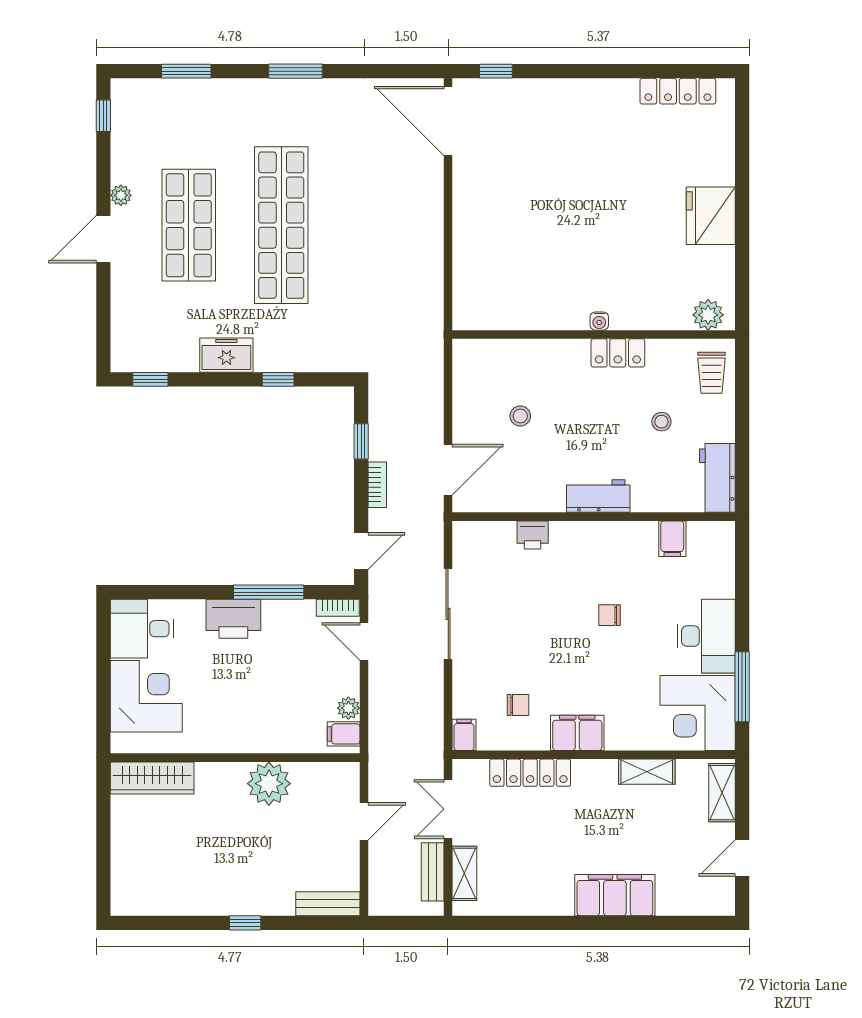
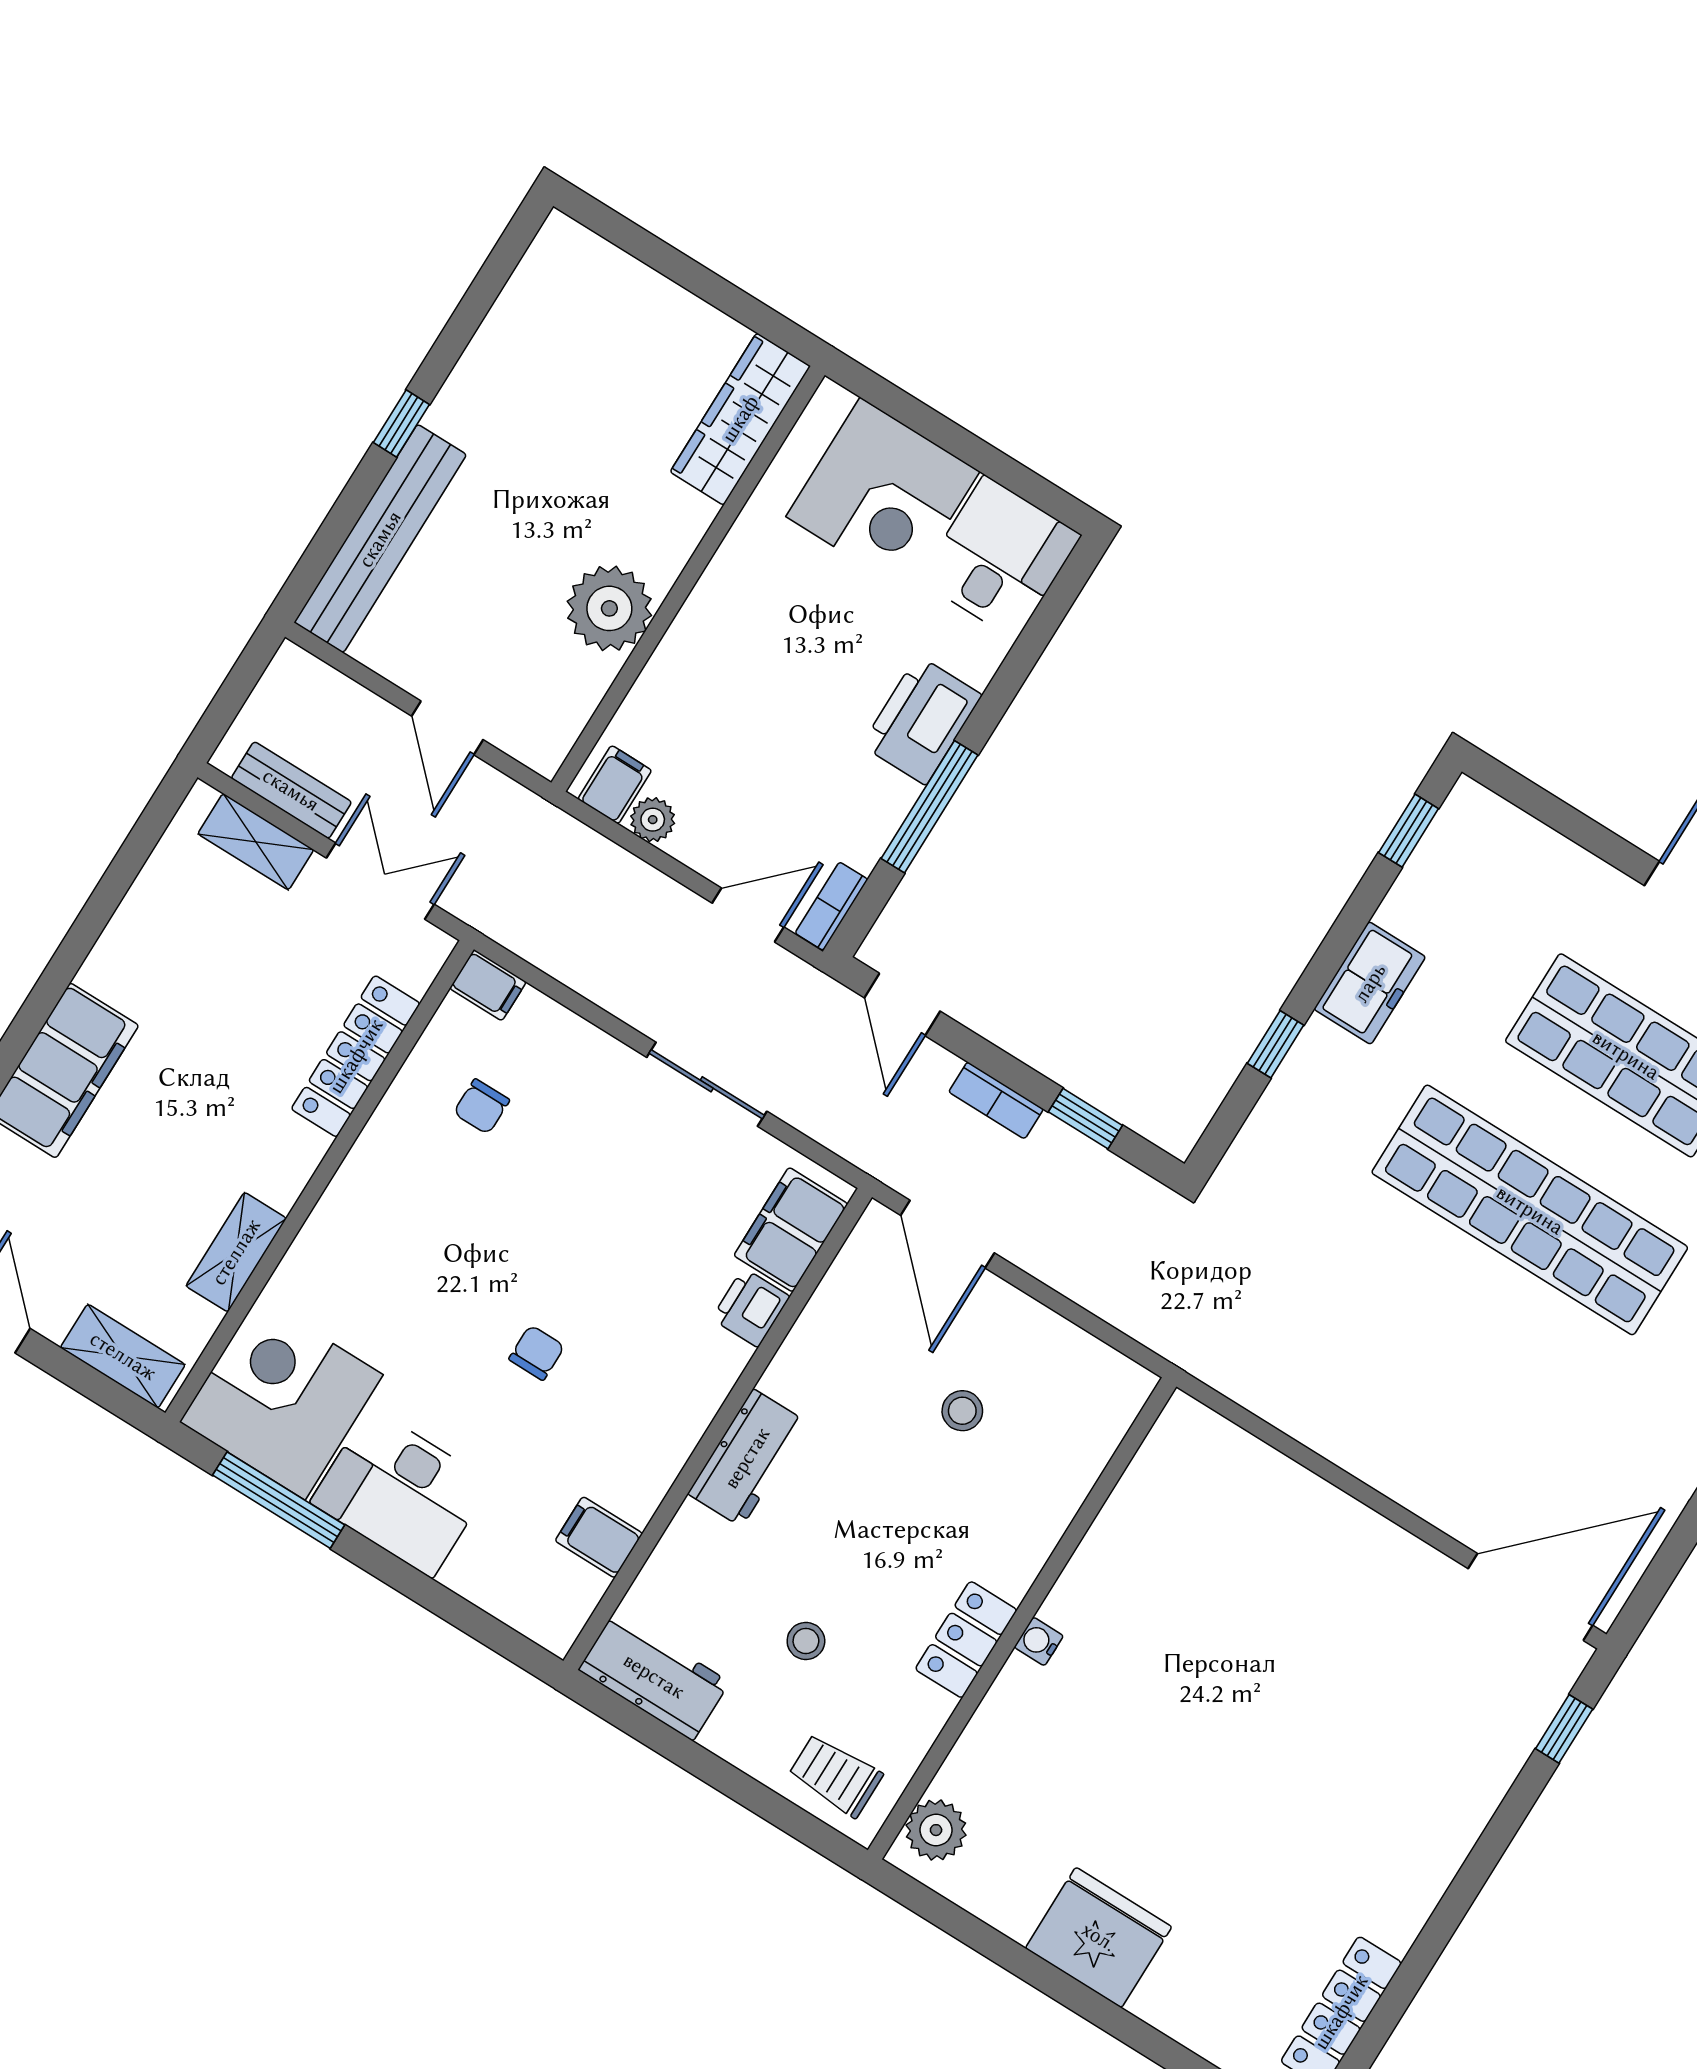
sliding door: (448, 614) -> (707, 1084), width x0.73
filing cabinet: (577, 733) -> (791, 1230), moved, turned 180
bench: (328, 904) -> (380, 539), width x1.86, depth x1.21

